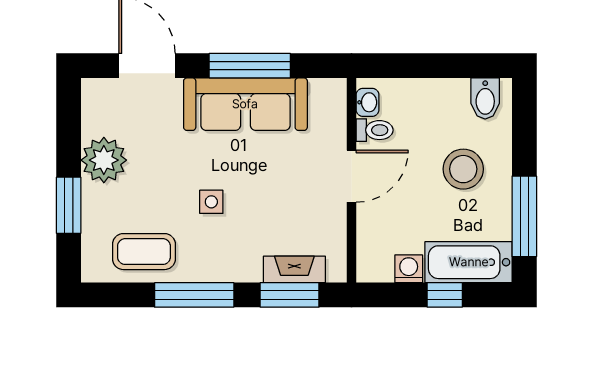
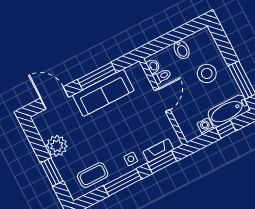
bidet: (485, 98) -> (182, 50), moved
side table: (211, 202) -> (131, 159), moved

